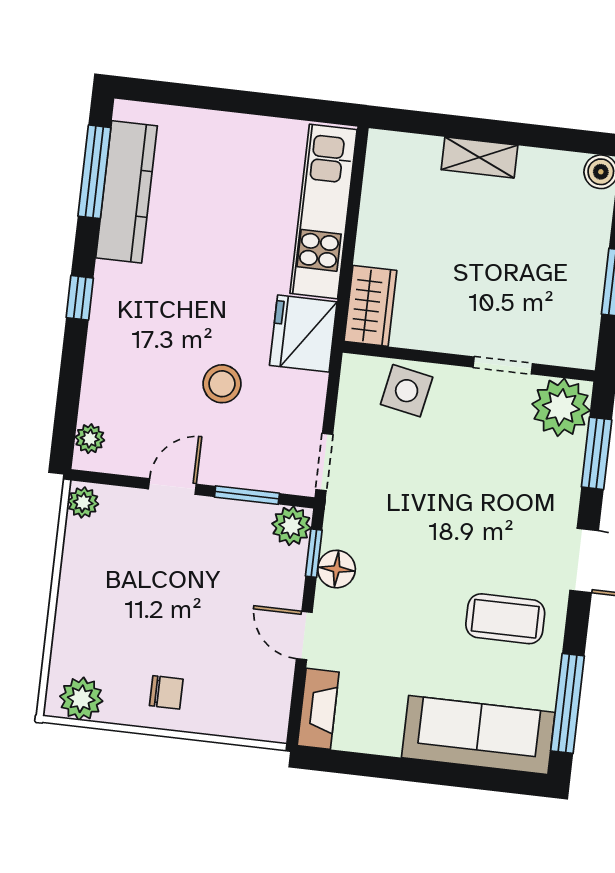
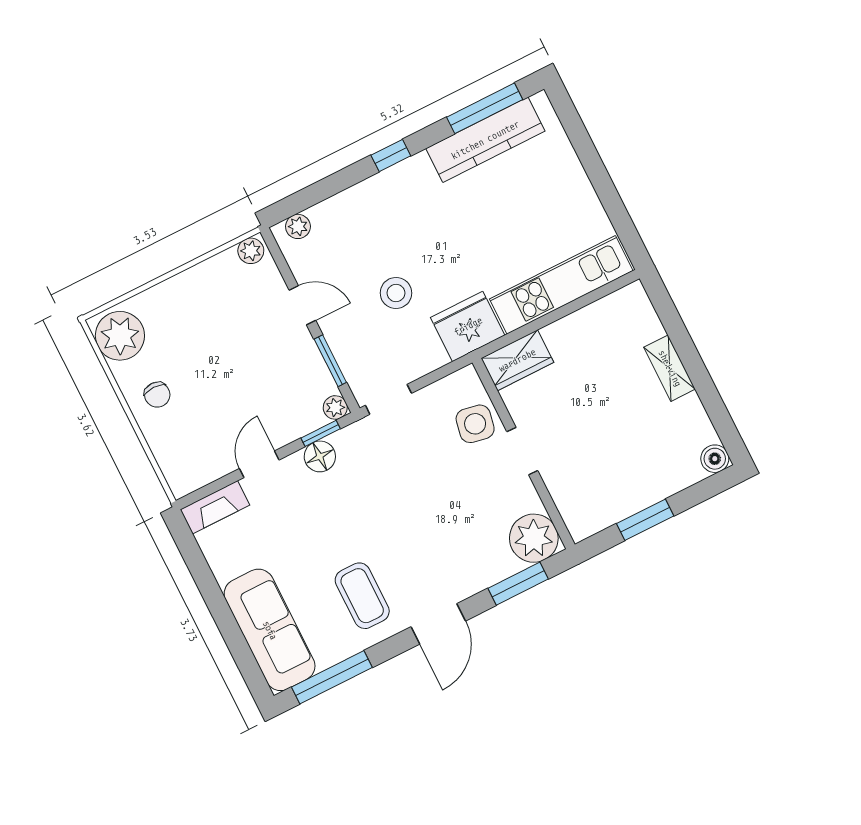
doorway: (503, 365) -> (522, 451), moved
plant: (291, 526) -> (335, 407), width x0.73, depth x0.73
plant: (81, 699) -> (120, 336), width x1.36, depth x1.36

